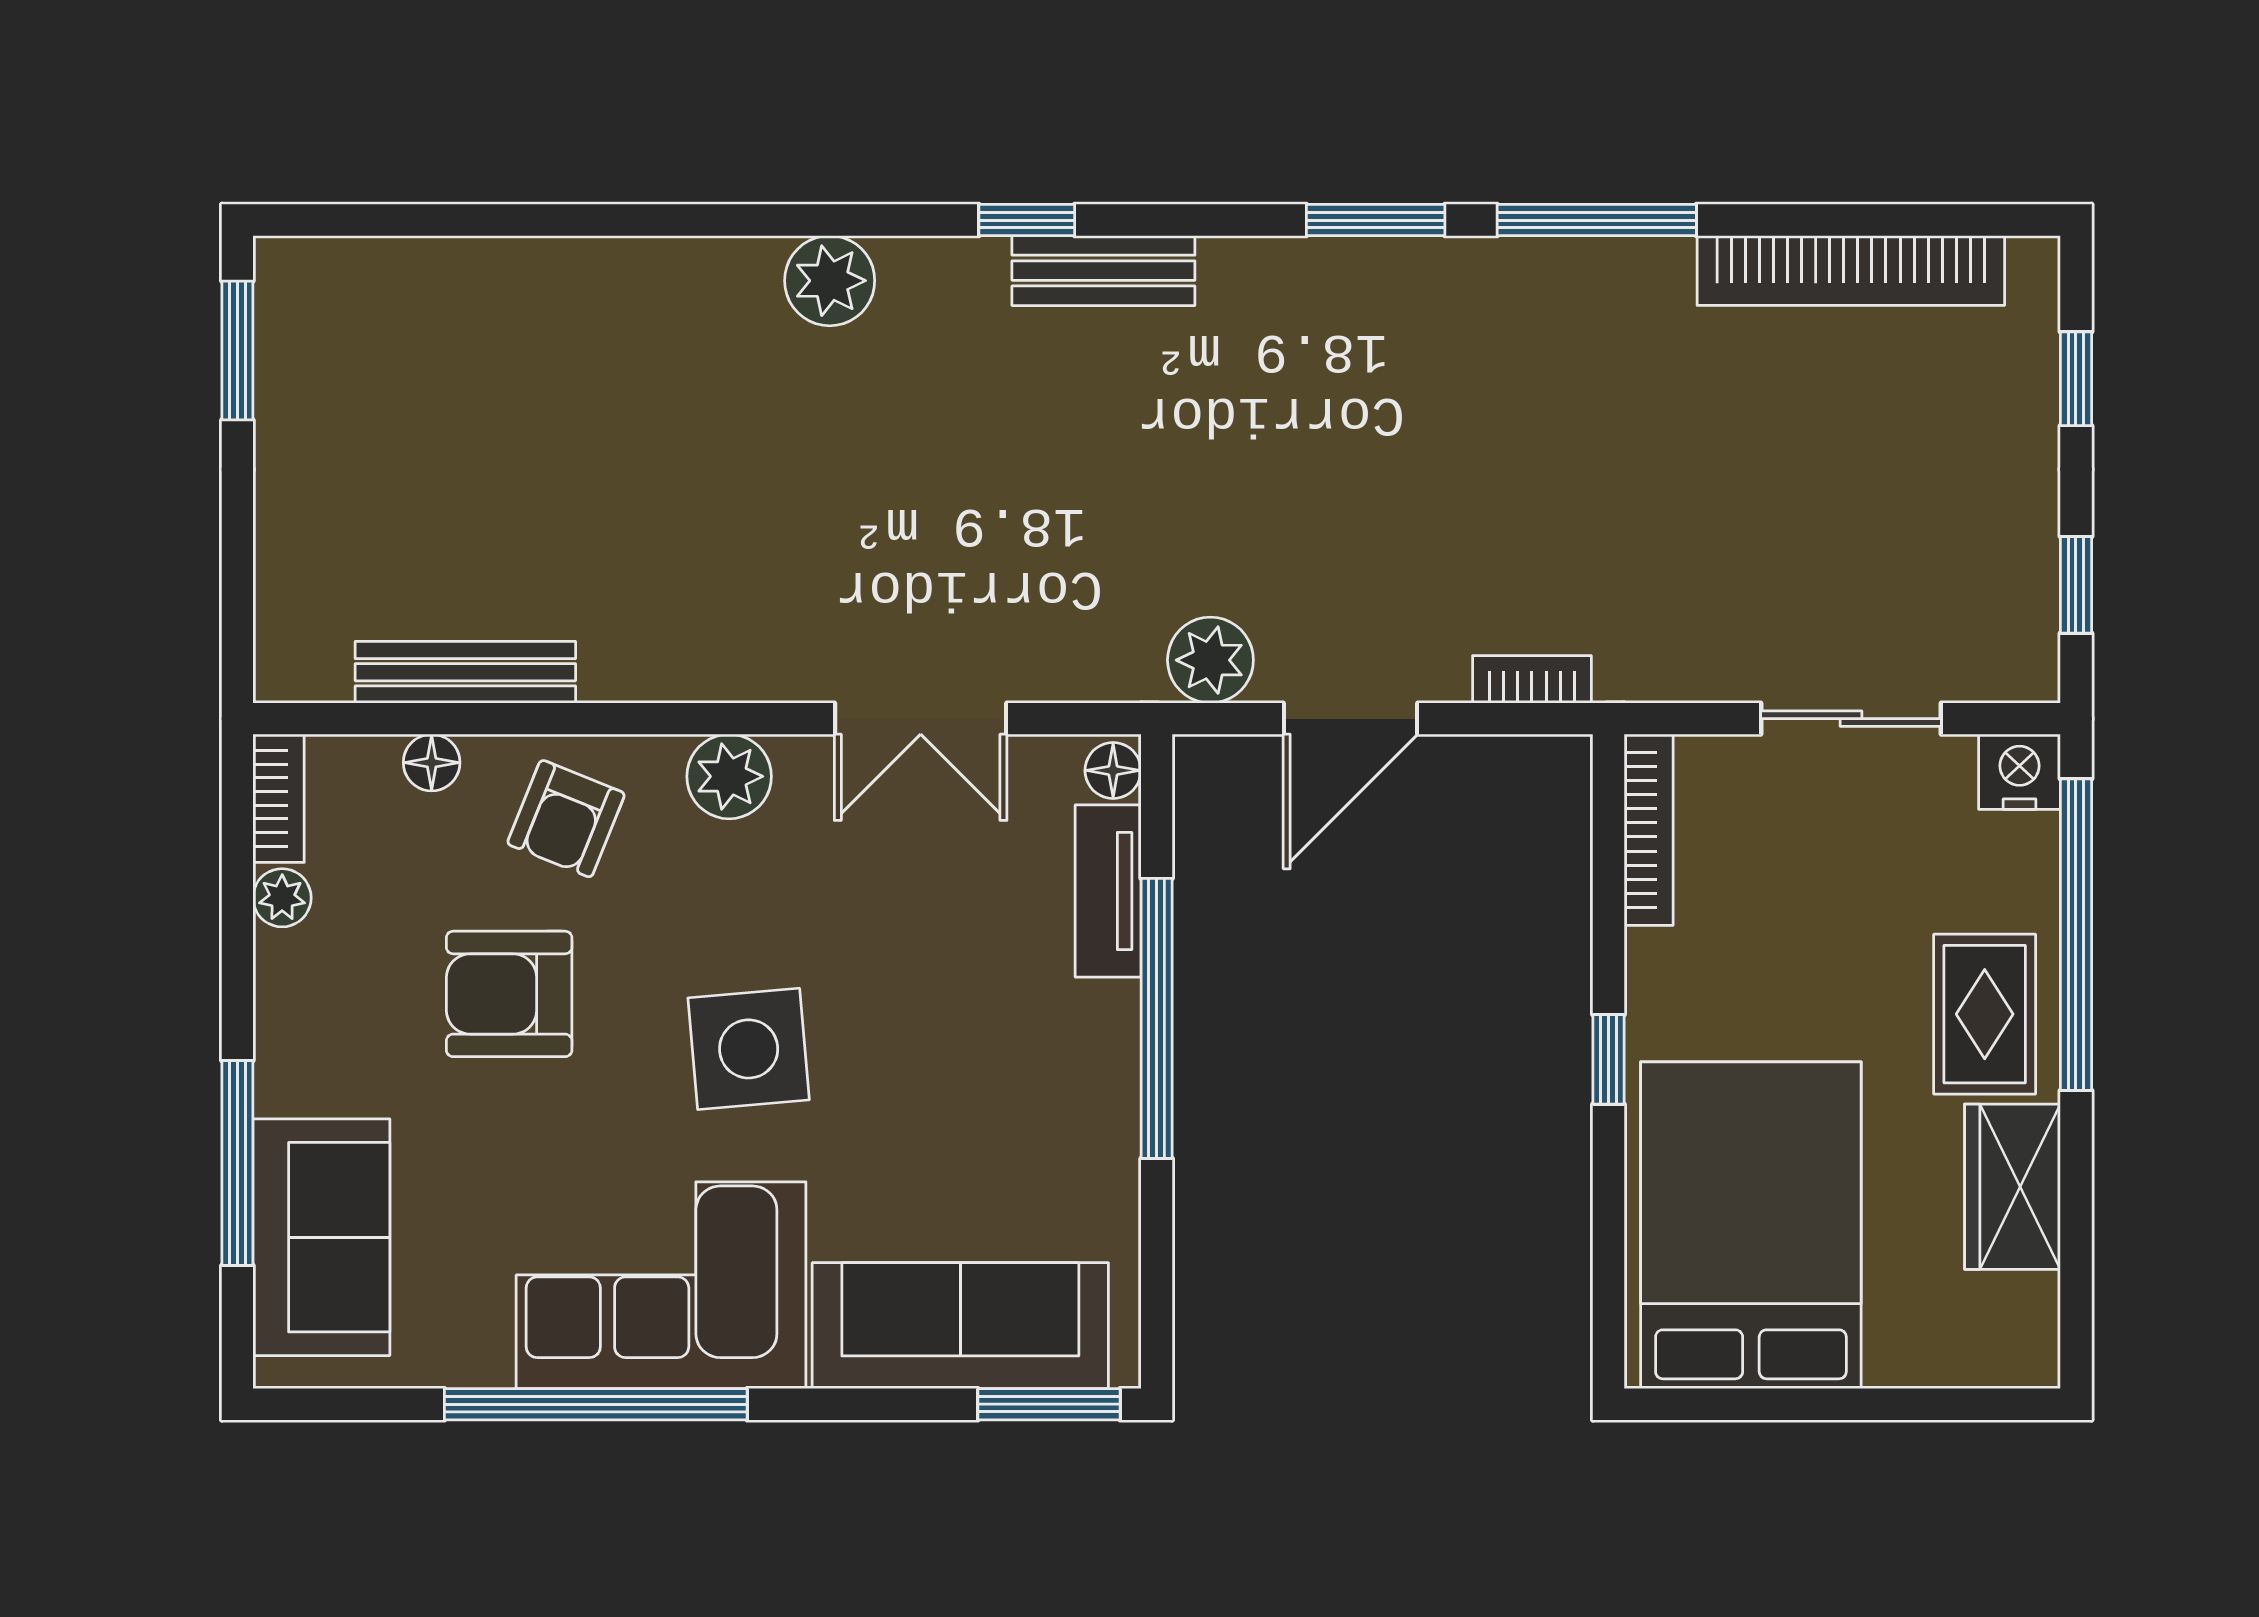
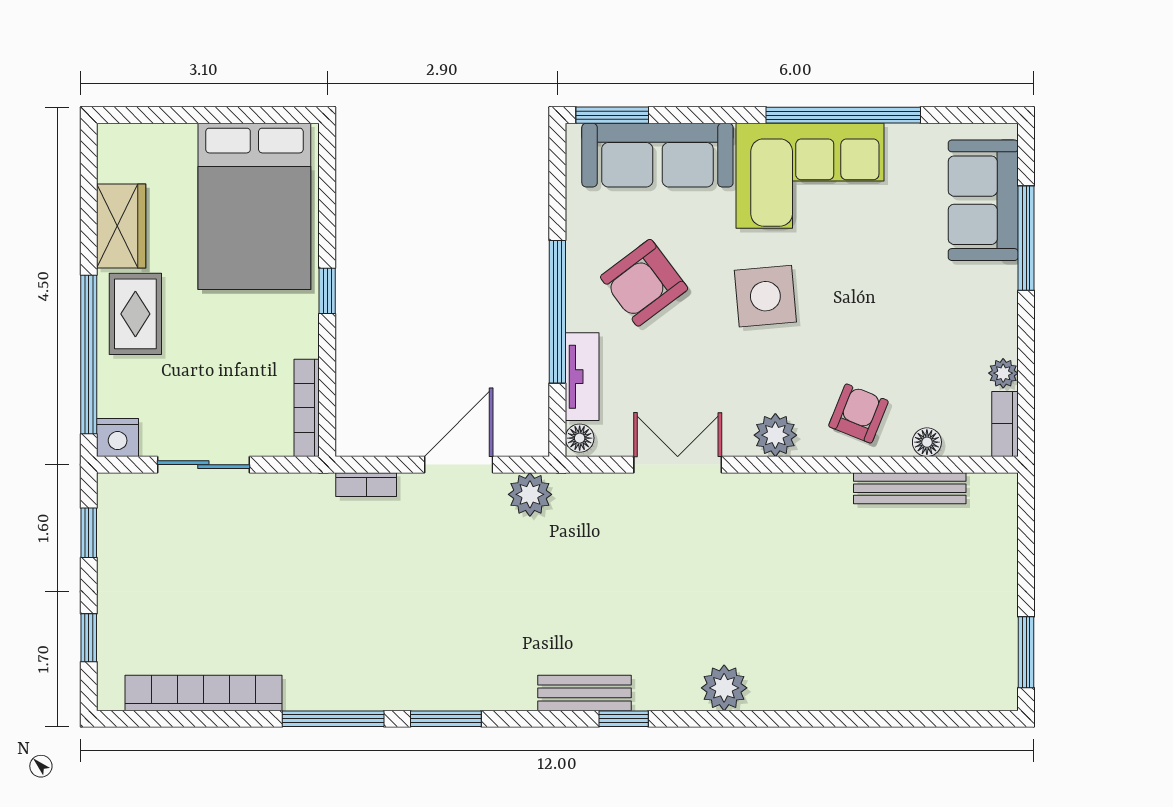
armchair: (509, 994) -> (644, 283), moved, turned 143

